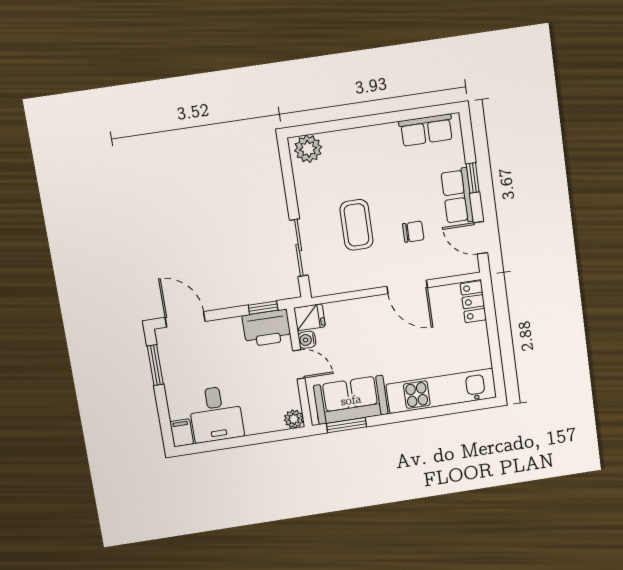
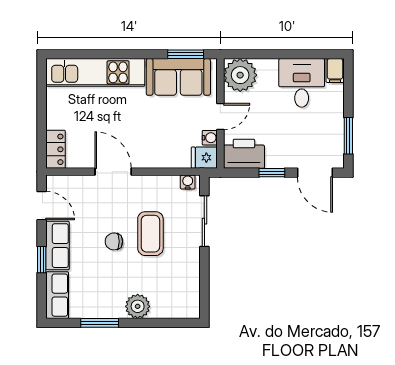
window: (399, 116) -> (100, 323), added
row of seats: (426, 130) -> (57, 295), moved, turned 90
plant: (308, 149) -> (138, 306), moved
chair: (413, 232) -> (114, 241), moved
water cooler: (324, 288) -> (188, 182), added
window: (263, 308) -> (272, 173), moved
door: (299, 364) -> (220, 117), swing flipped
plant: (294, 419) -> (240, 75), width x1.88, depth x1.88

